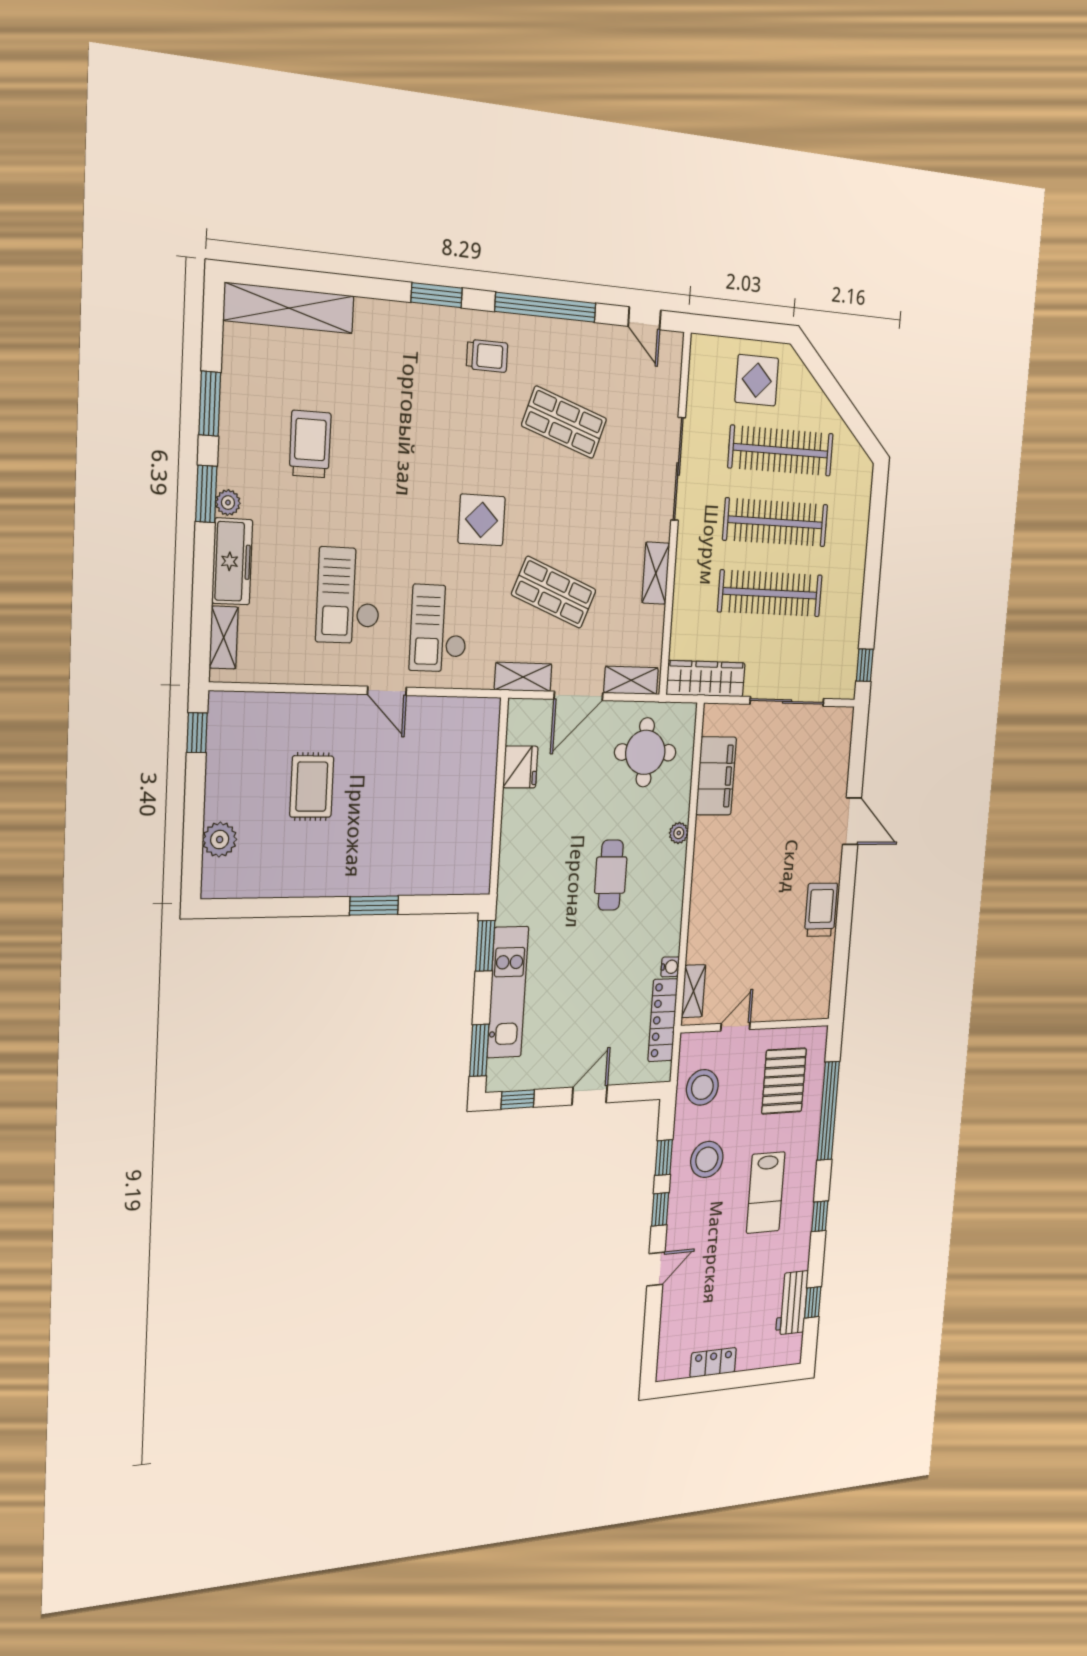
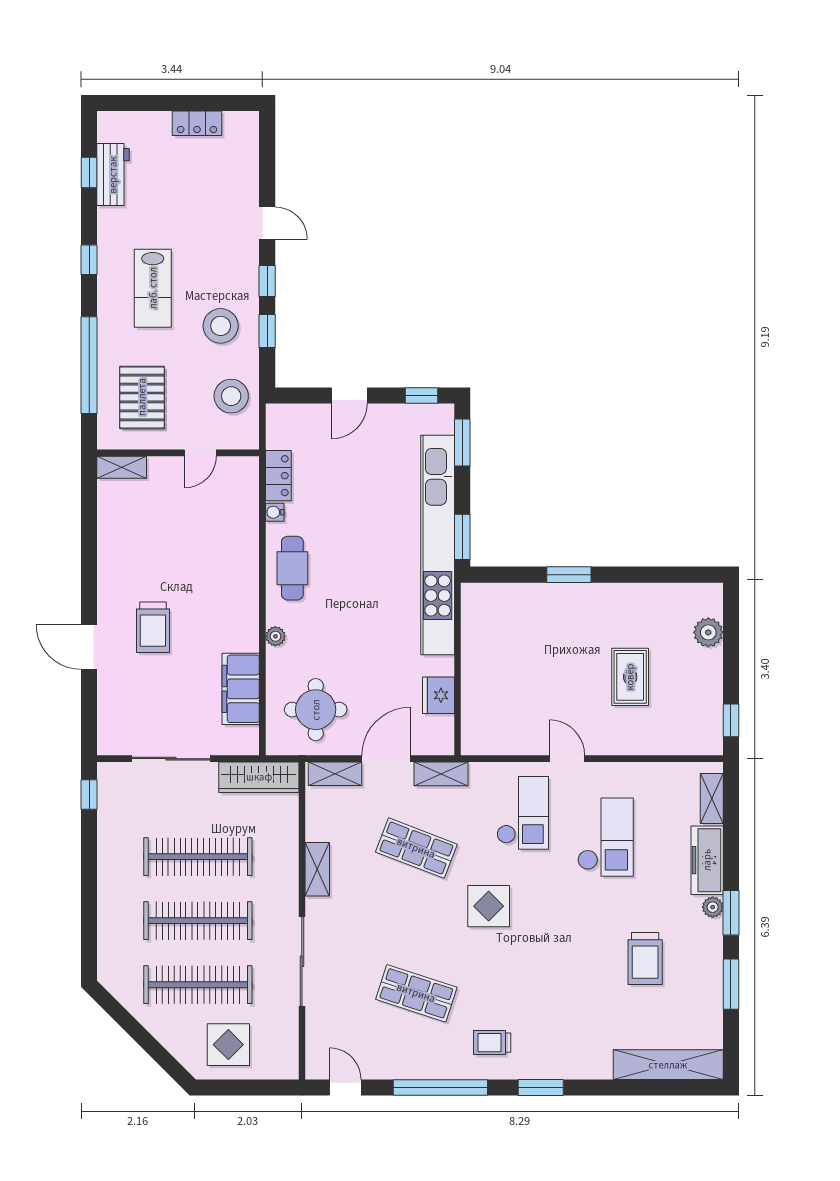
cafe table: (611, 875) -> (292, 568), moved
trolley: (821, 910) -> (153, 627), moved
shelving: (693, 991) -> (122, 467), moved, turned 90
kitchen unit: (508, 992) -> (438, 545), width x1.86
locker: (663, 1020) -> (278, 476), width x0.66
lab bench: (766, 1193) -> (153, 288), turned 180
door: (656, 1269) -> (267, 223), swing flipped

